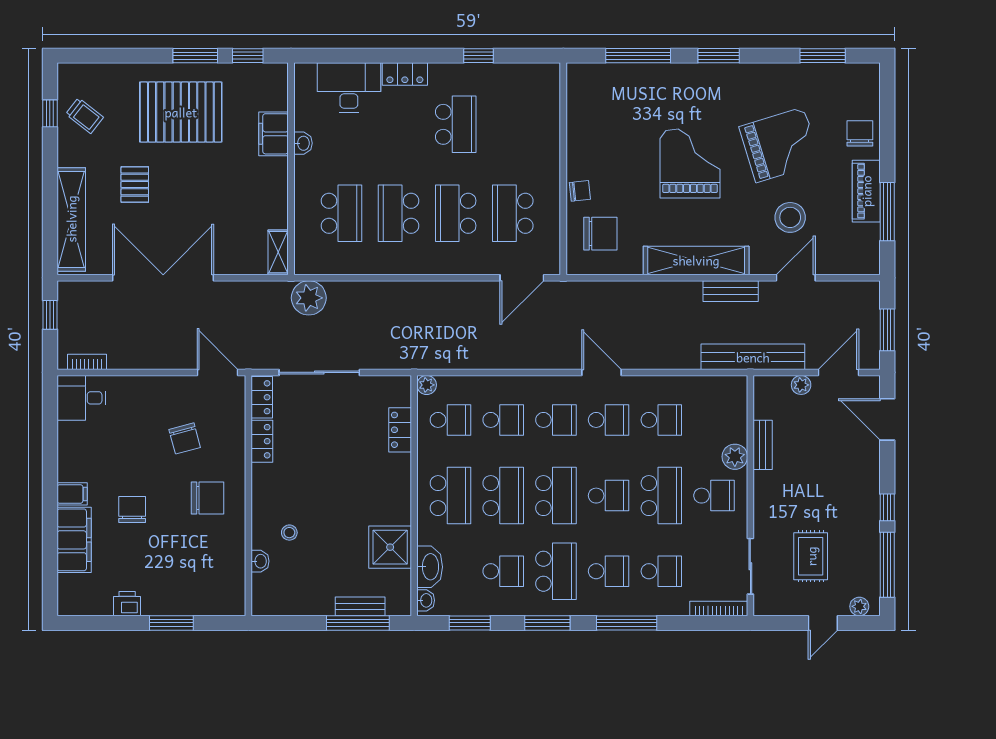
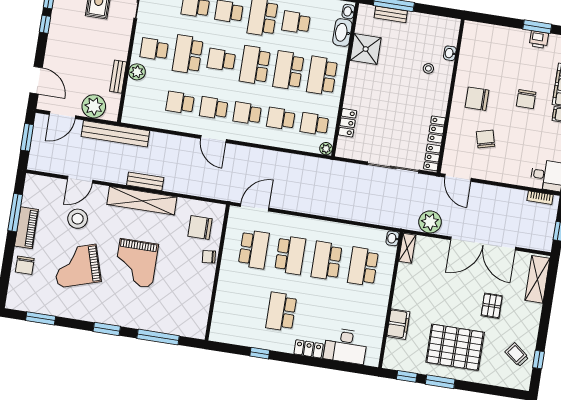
washbasin: (303, 143) -> (393, 238), moved
school desk: (399, 213) -> (327, 261), turned 180
shelving: (71, 219) -> (537, 279), width x0.68
bench: (731, 291) -> (145, 181), moved
plant: (309, 298) -> (430, 222), moved
plant: (801, 385) -> (94, 106), width x1.87, depth x1.87
window: (171, 623) -> (537, 27), moved

